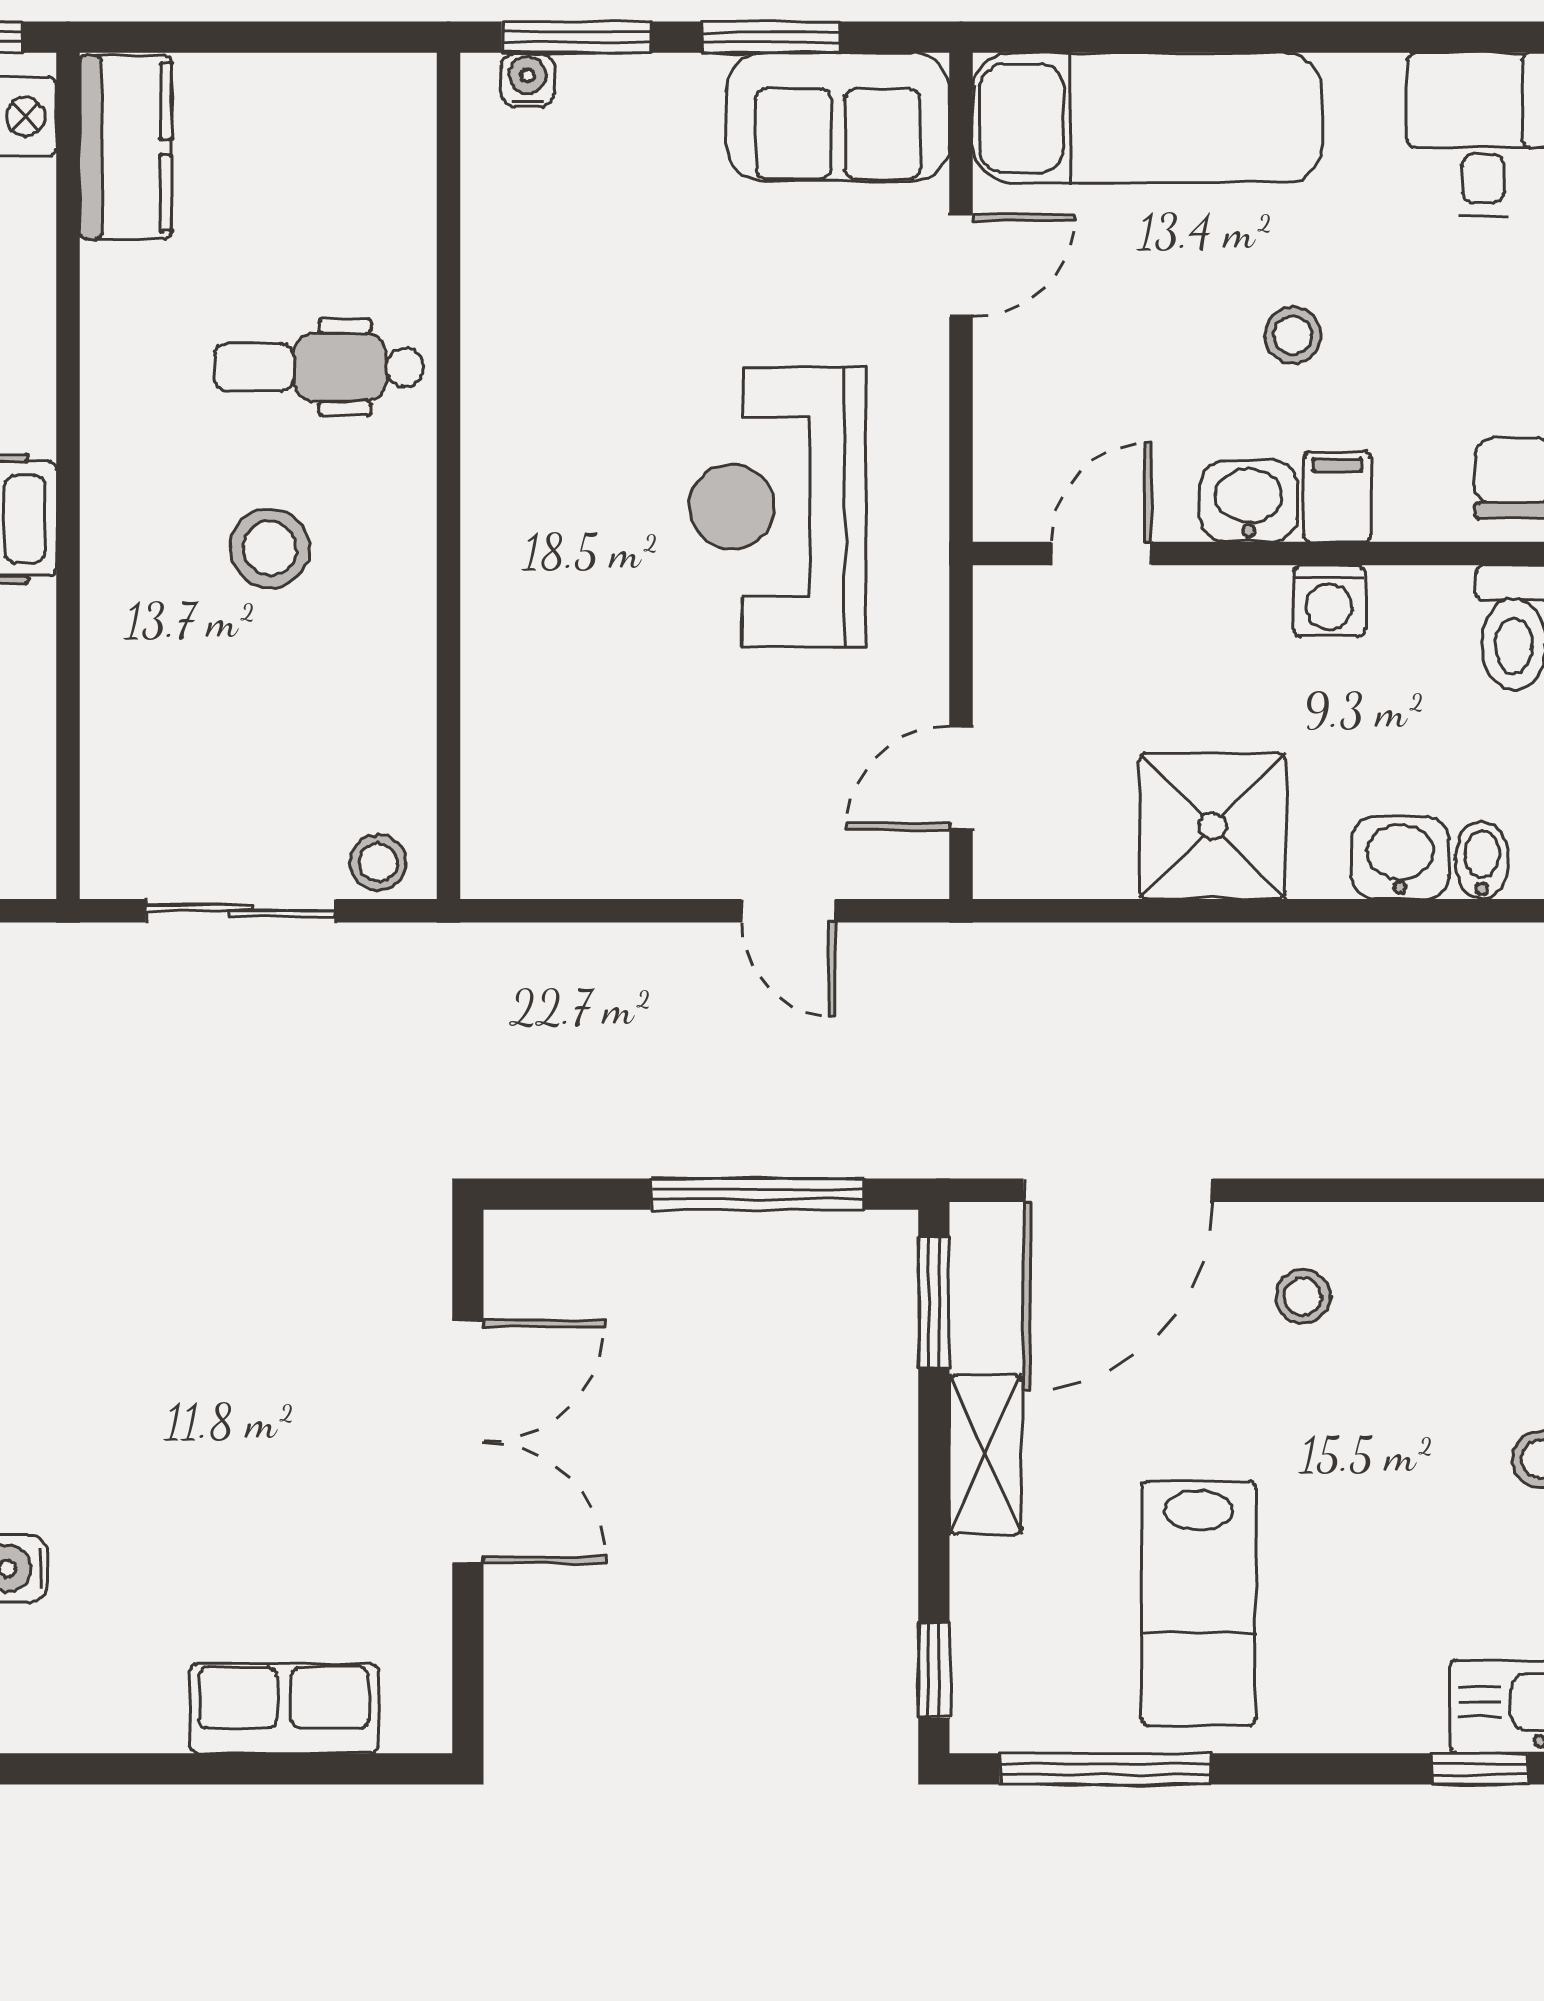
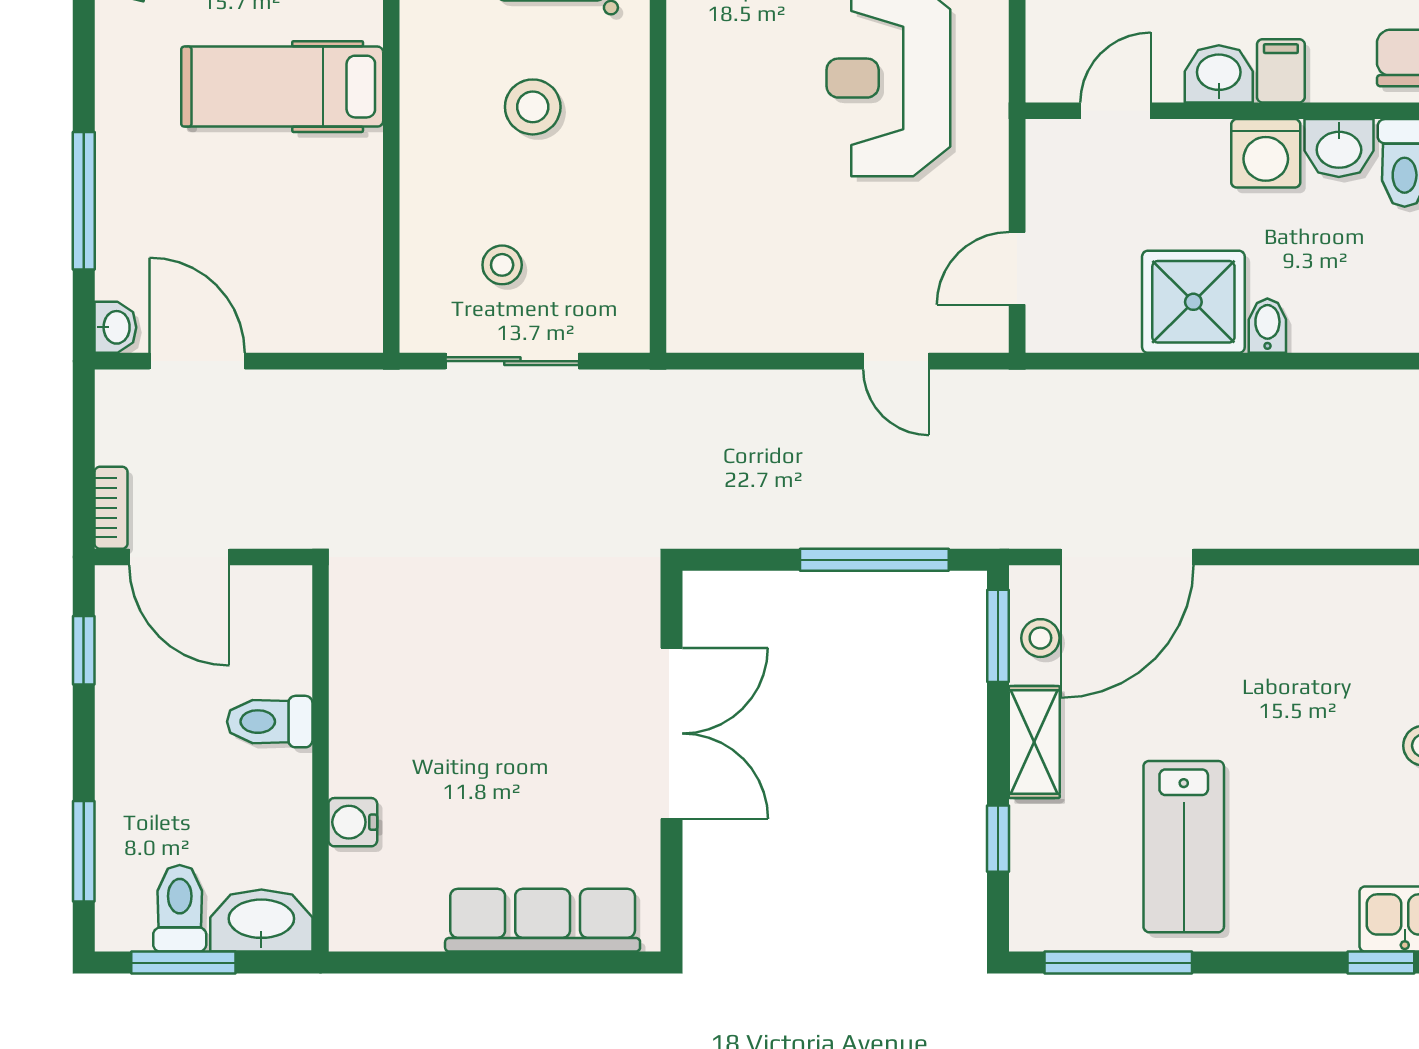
washing machine: (1329, 601) -> (1266, 153), width x1.38, depth x1.38
washbasin: (1400, 858) -> (1339, 148), moved, turned 180
bidet: (1482, 860) -> (1267, 326), moved
stool: (378, 863) -> (502, 265), moved
stool: (1303, 1297) -> (1040, 638), moved
window: (934, 1670) -> (998, 839), moved
row of seats: (284, 1708) -> (543, 920), width x1.48

